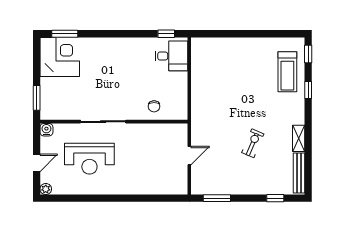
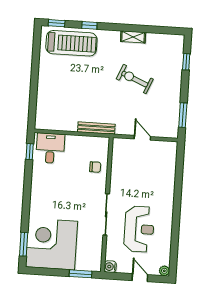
corner desk: (60, 57) -> (51, 244), width x1.36, depth x1.36
treadmill: (287, 72) -> (71, 43), width x1.37, depth x1.38
exercise bike: (253, 143) -> (135, 79), width x1.38, depth x1.39
bench: (299, 173) -> (96, 128), moved

